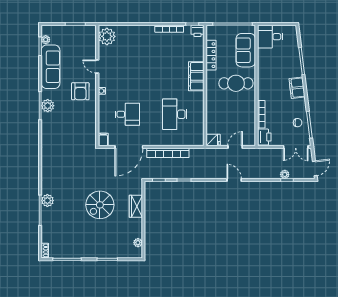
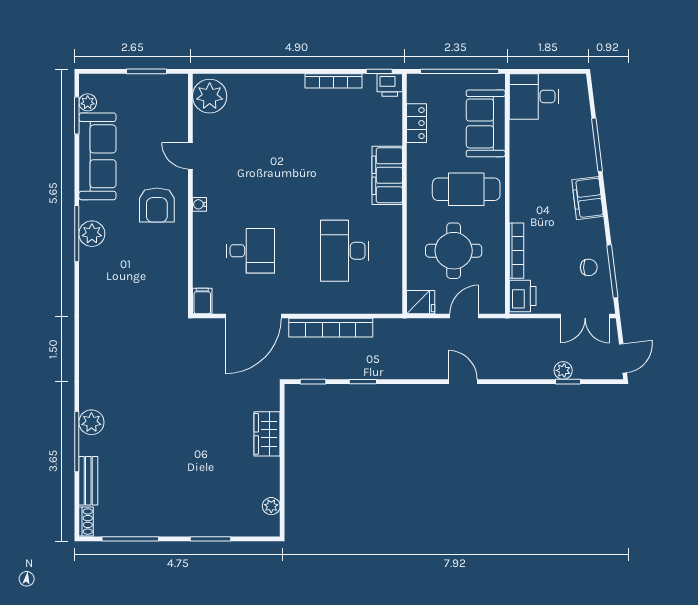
locker: (211, 55) -> (417, 123), width x0.66
round table: (230, 114) -> (454, 251), added
spiral stairs: (100, 205) -> (196, 431), removed
bench: (46, 230) -> (88, 481), added

